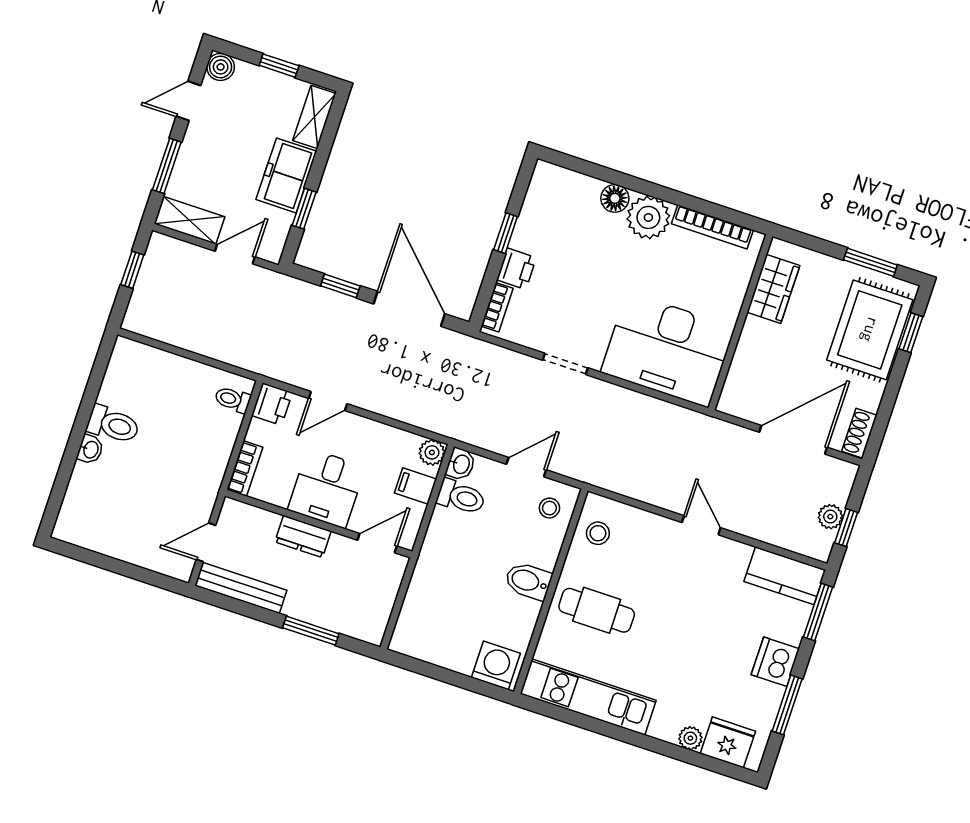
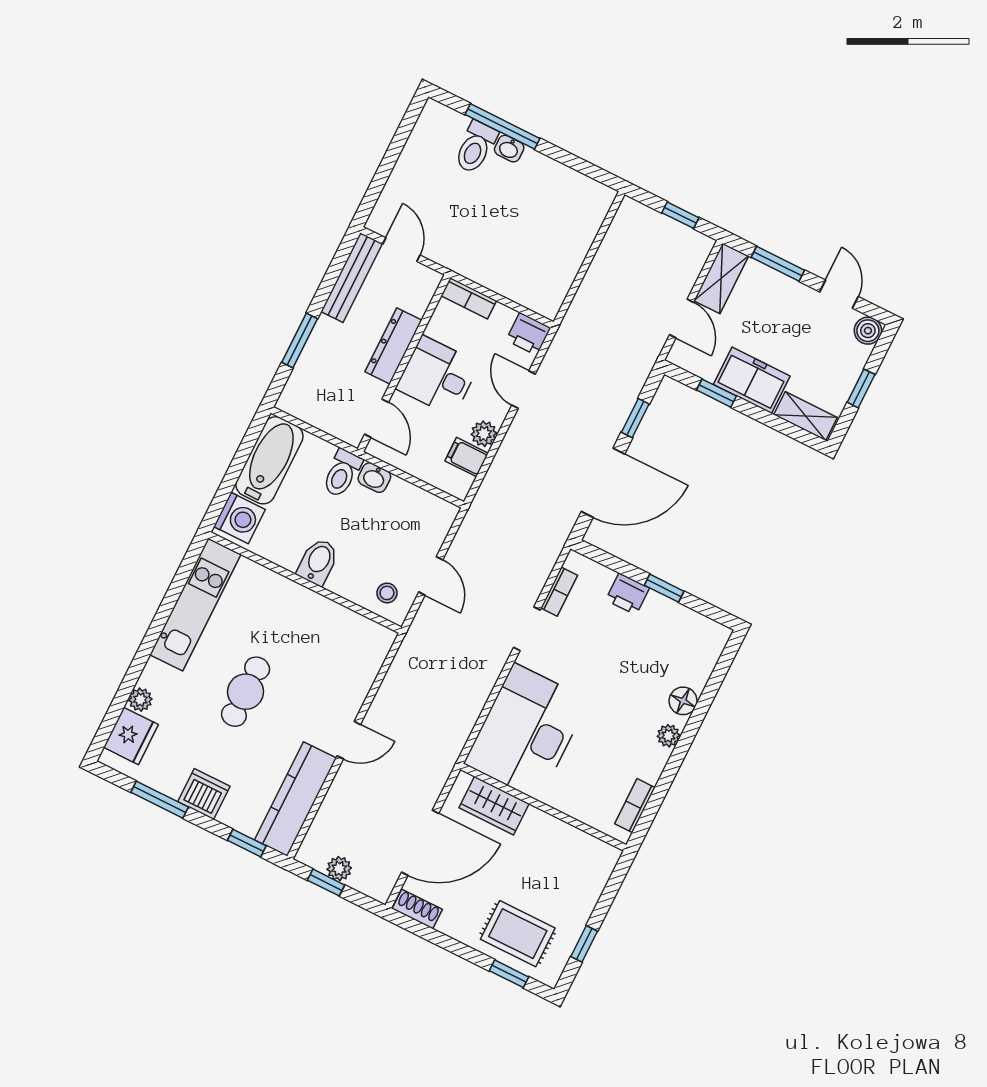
plant: (648, 217) -> (668, 736), width x0.53, depth x0.53
bookcase: (712, 227) -> (635, 806), width x0.64
window: (870, 262) -> (584, 944), width x0.67
wardrobe: (773, 289) -> (494, 806), moved
bookcase: (497, 307) -> (559, 592), moved, turned -90
rug: (870, 330) -> (518, 934), width x0.73, depth x0.70
toilet: (233, 400) -> (538, 296), removed
toilet: (113, 425) -> (476, 147), moved
door: (793, 440) -> (420, 843), hinge flipped
plant: (432, 452) -> (484, 434), moved
window: (69, 459) -> (502, 126), added
washbasin: (461, 464) -> (374, 478), moved
filing cabinet: (416, 486) -> (467, 457), moved, turned -90
toilet: (461, 497) -> (342, 473), moved
stool: (598, 533) -> (355, 637), removed
dresser: (303, 537) -> (393, 346), width x1.44
kitchen counter: (785, 576) -> (296, 799), width x1.50
cafe table: (597, 610) -> (246, 692), moved
window: (818, 612) -> (247, 843), width x0.67
bathtub: (434, 644) -> (269, 460), added

